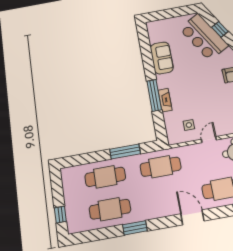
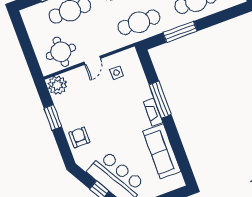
sofa: (162, 58) -> (162, 151), width x1.36
fireplace: (165, 100) -> (153, 112), moved

